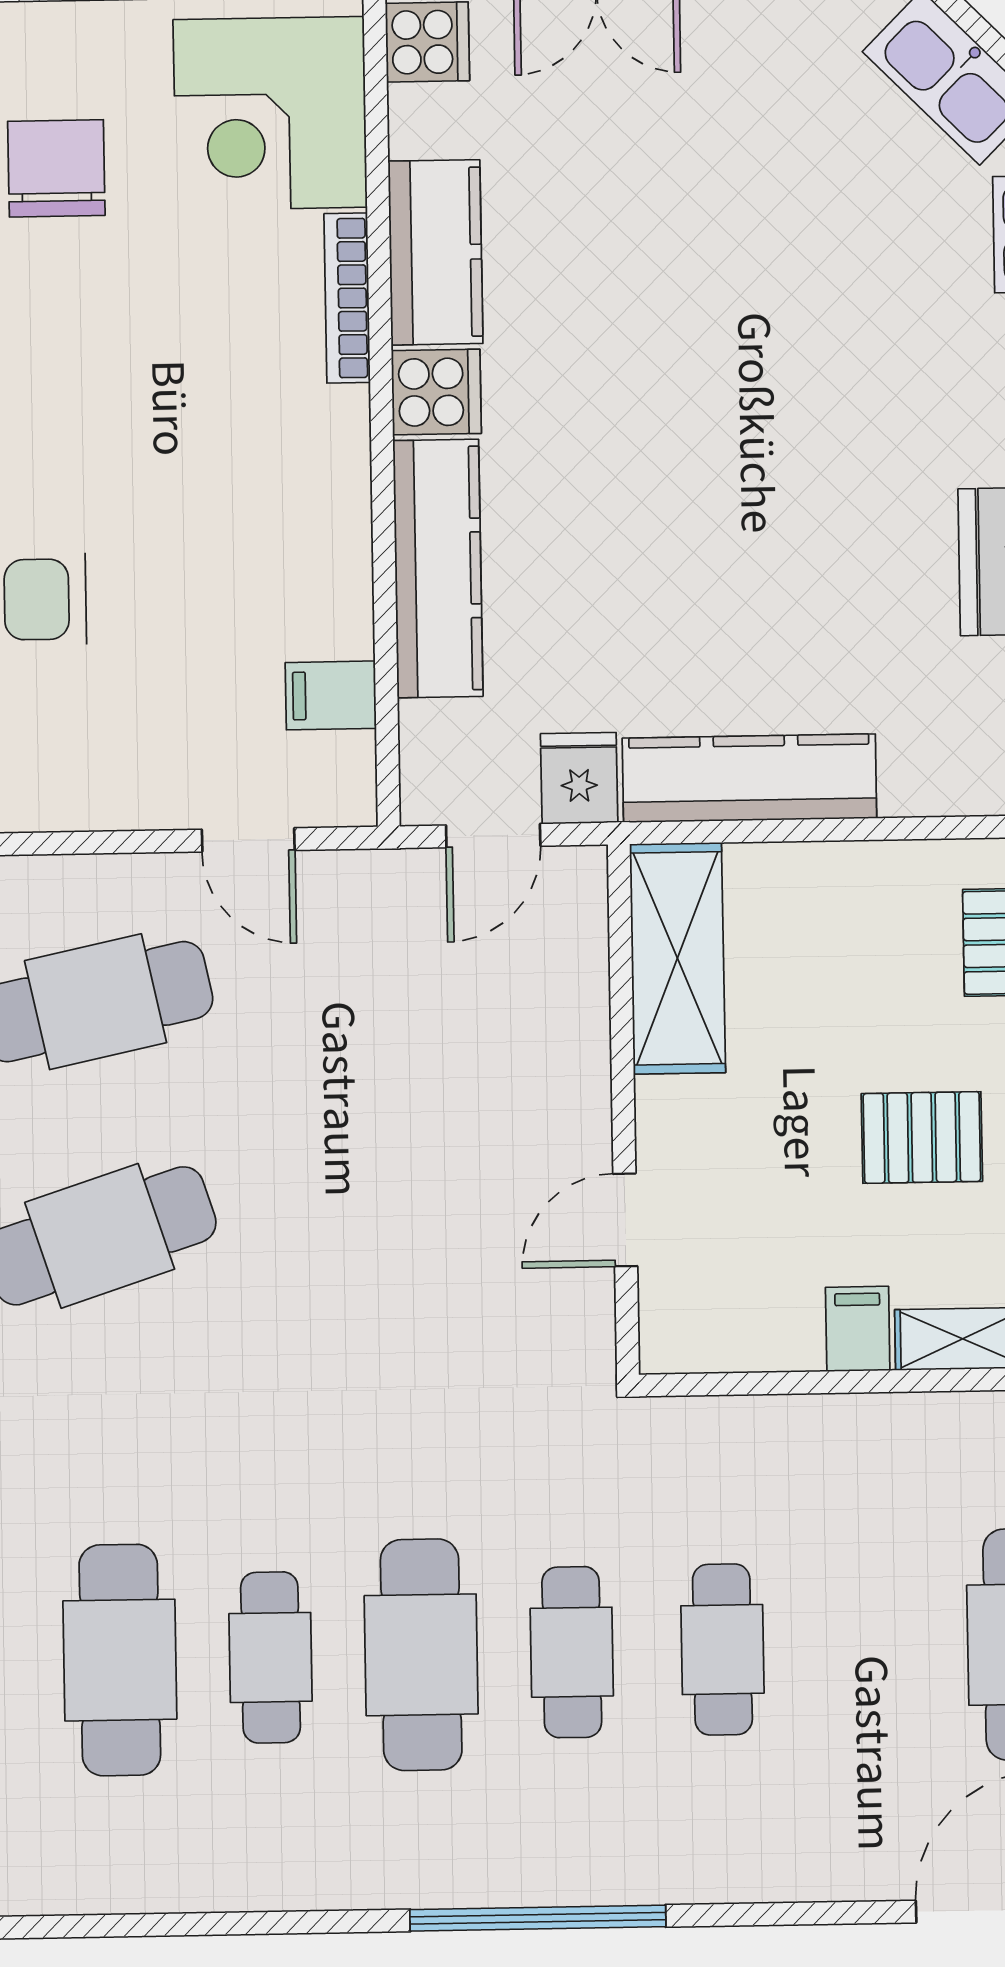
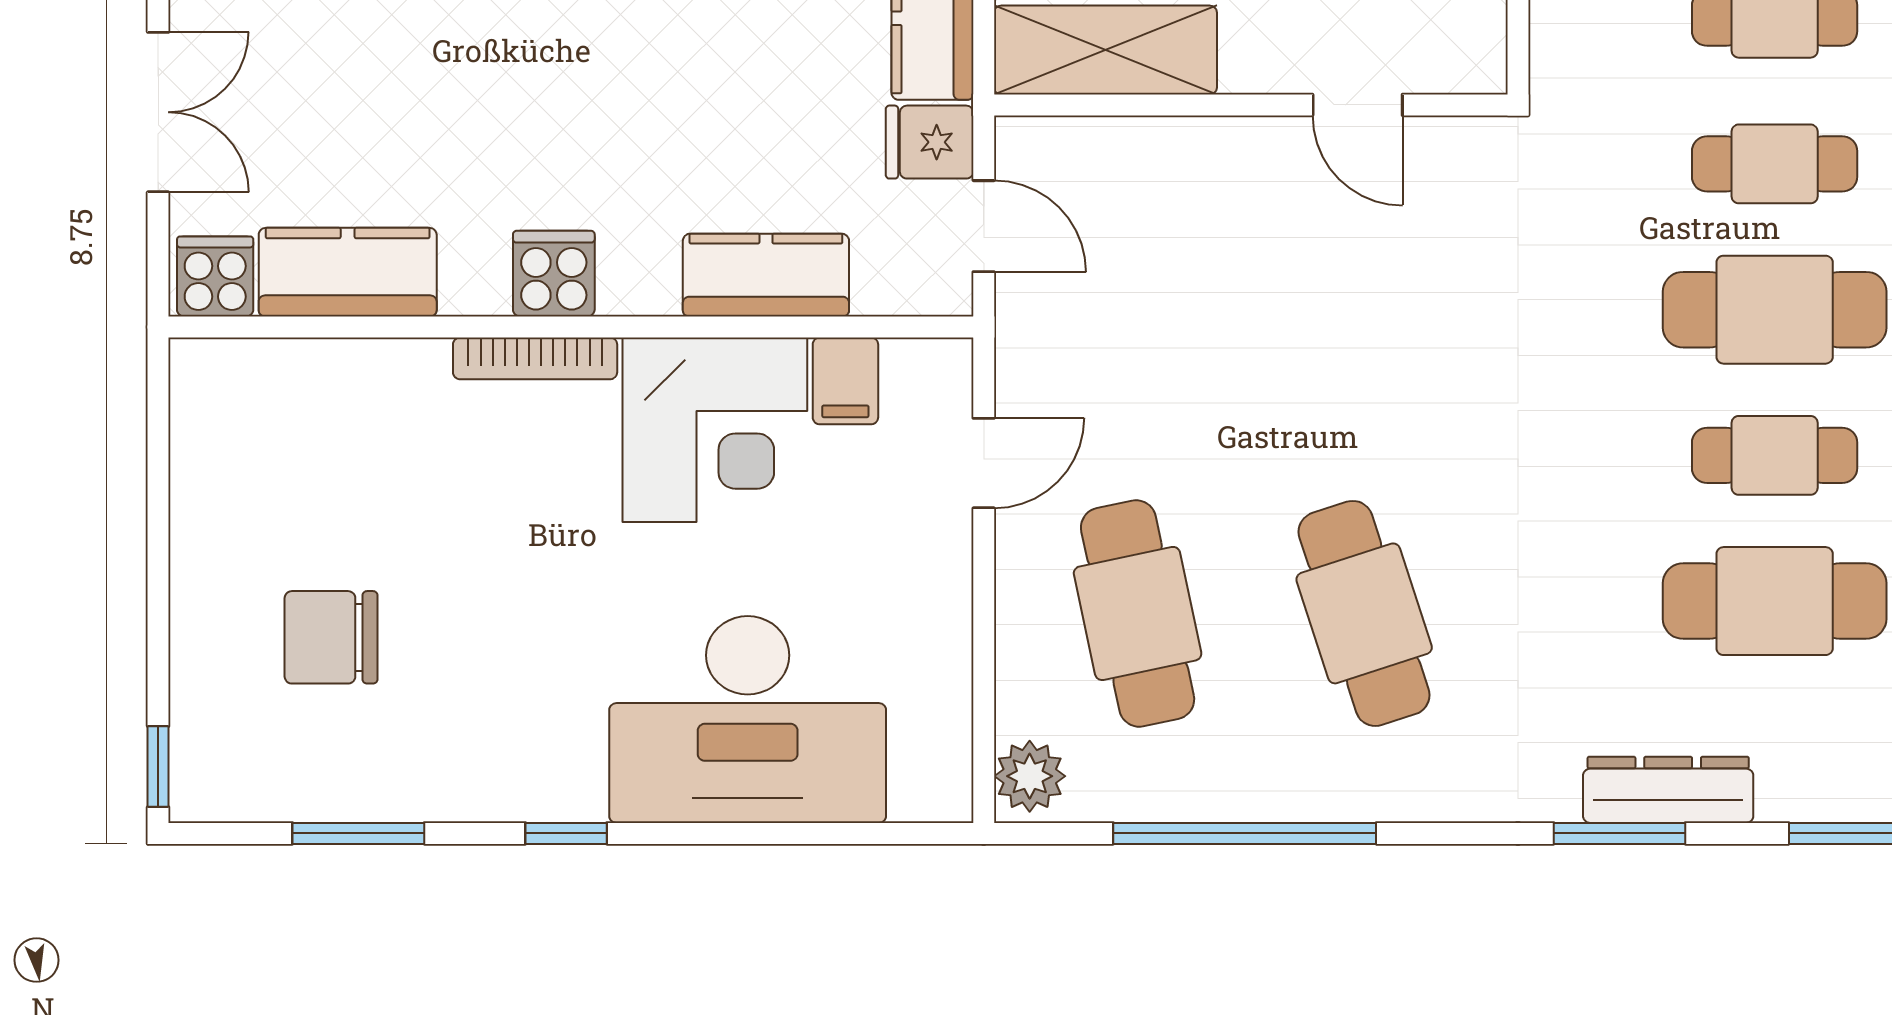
corner desk: (270, 113) -> (715, 430), moved
kitchen counter: (435, 252) -> (348, 272), moved
bookcase: (347, 298) -> (535, 358), moved
kitchen counter: (438, 569) -> (766, 275), width x0.67

